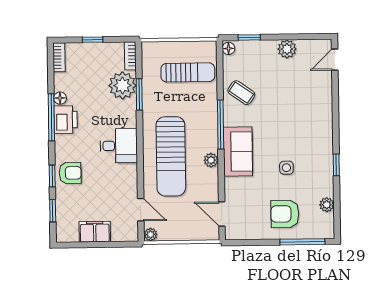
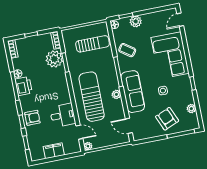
plant: (287, 49) -> (136, 21), moved
corner sofa: (308, 114) -> (170, 55), added
desk: (119, 146) -> (63, 115), moved
sofa: (238, 152) -> (133, 92), width x1.36
sun lounger: (171, 156) -> (92, 97), turned 180
armchair: (285, 214) -> (167, 119), turned 67

